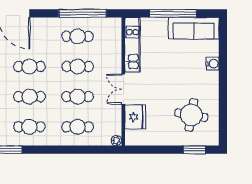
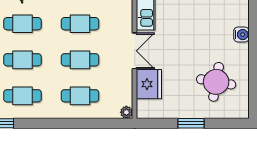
water cooler: (213, 64) -> (241, 35), moved
double door: (123, 89) -> (135, 51), swing flipped
window: (194, 150) -> (191, 123), moved

